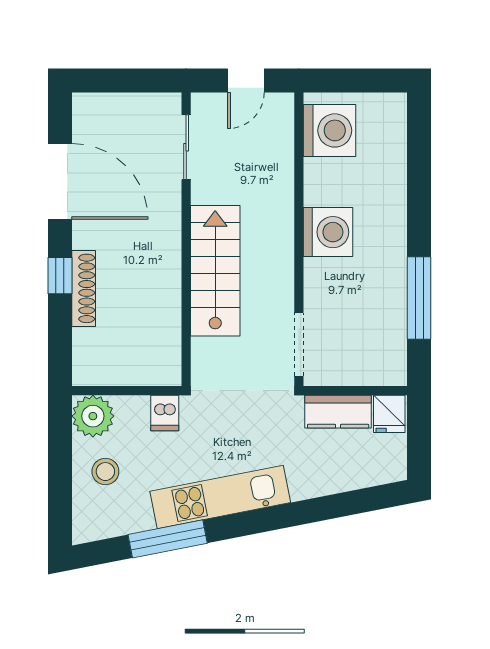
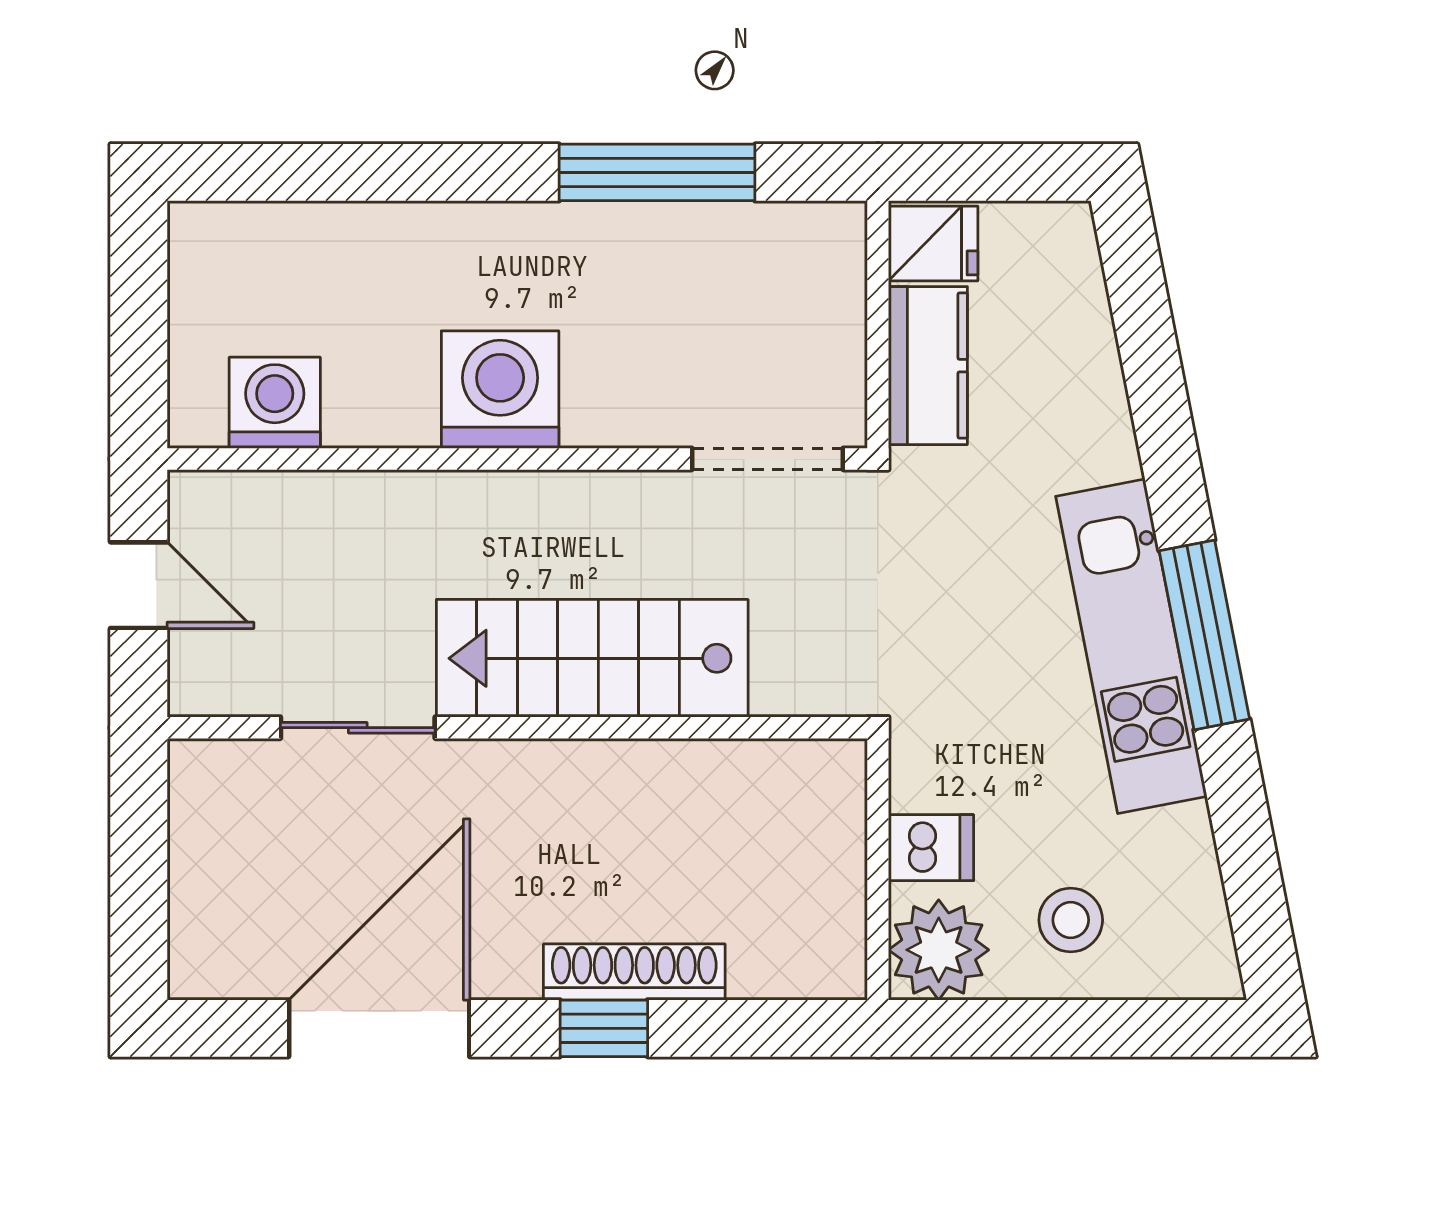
washing machine: (330, 130) -> (275, 403), width x0.73, depth x0.73
sliding door: (186, 147) -> (358, 728), moved
dishwasher: (165, 413) -> (931, 848), moved
window: (168, 539) -> (1204, 635), moved

